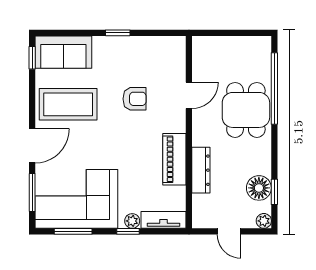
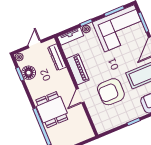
door: (189, 95) -> (80, 96), moved
armchair: (135, 99) -> (111, 92), width x1.88, depth x1.88
dresser: (201, 170) -> (57, 57), moved
door: (229, 231) -> (35, 44), hinge flipped

